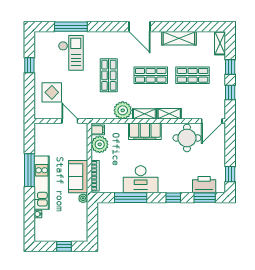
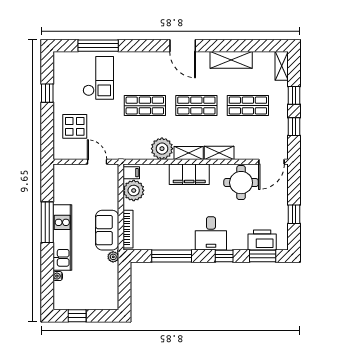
shop shelf: (109, 75) -> (145, 106), turned 90
window: (230, 174) -> (294, 214), moved
desk: (141, 179) -> (211, 233), moved, width x0.73
window: (64, 246) -> (77, 316), moved

